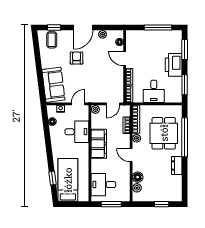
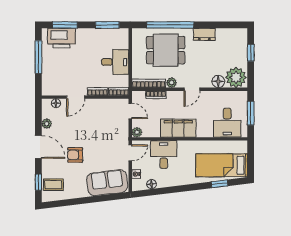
printer: (174, 65) -> (62, 38), moved
door: (78, 104) -> (130, 153), swing flipped
plant: (137, 188) -> (236, 77), width x1.87, depth x1.87

